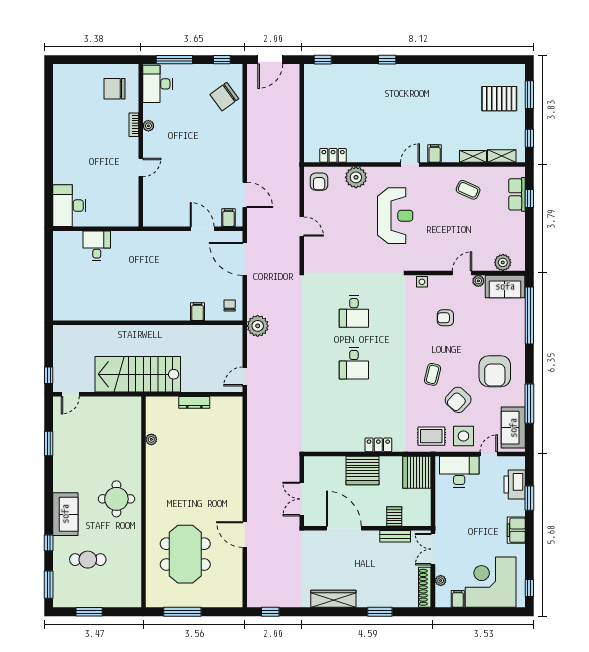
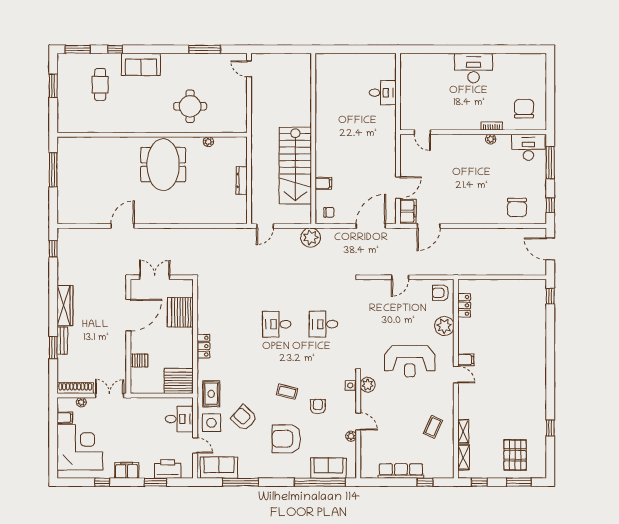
window: (387, 60) -> (550, 428), moved
chair: (224, 97) -> (517, 208), turned -144
filing cabinet: (435, 154) -> (466, 360), moved
door: (141, 168) -> (422, 132), moved
row of seats: (517, 194) -> (401, 471), moved, width x1.48
desk: (69, 206) -> (474, 68), moved
filing cabinet: (228, 218) -> (408, 211), width x2.00
plant: (503, 262) -> (368, 385), moved
sofa: (505, 286) -> (328, 468), moved, turned 90
armchair: (495, 371) -> (286, 439), moved
stairs: (138, 374) -> (295, 166), moved, turned 180
coffee table: (433, 374) -> (287, 392), moved
window: (49, 375) -> (266, 49), removed
door: (245, 376) -> (265, 226), swing flipped
window: (49, 444) -> (205, 49), width x1.44
server rack: (362, 471) -> (180, 312), moved
desk: (459, 472) -> (179, 419), width x0.73
round table: (116, 499) -> (190, 106), moved
bench: (395, 536) -> (62, 341), moved
meeting table: (185, 554) -> (163, 165), moved, turned 90
window: (529, 588) -> (102, 482), moved

